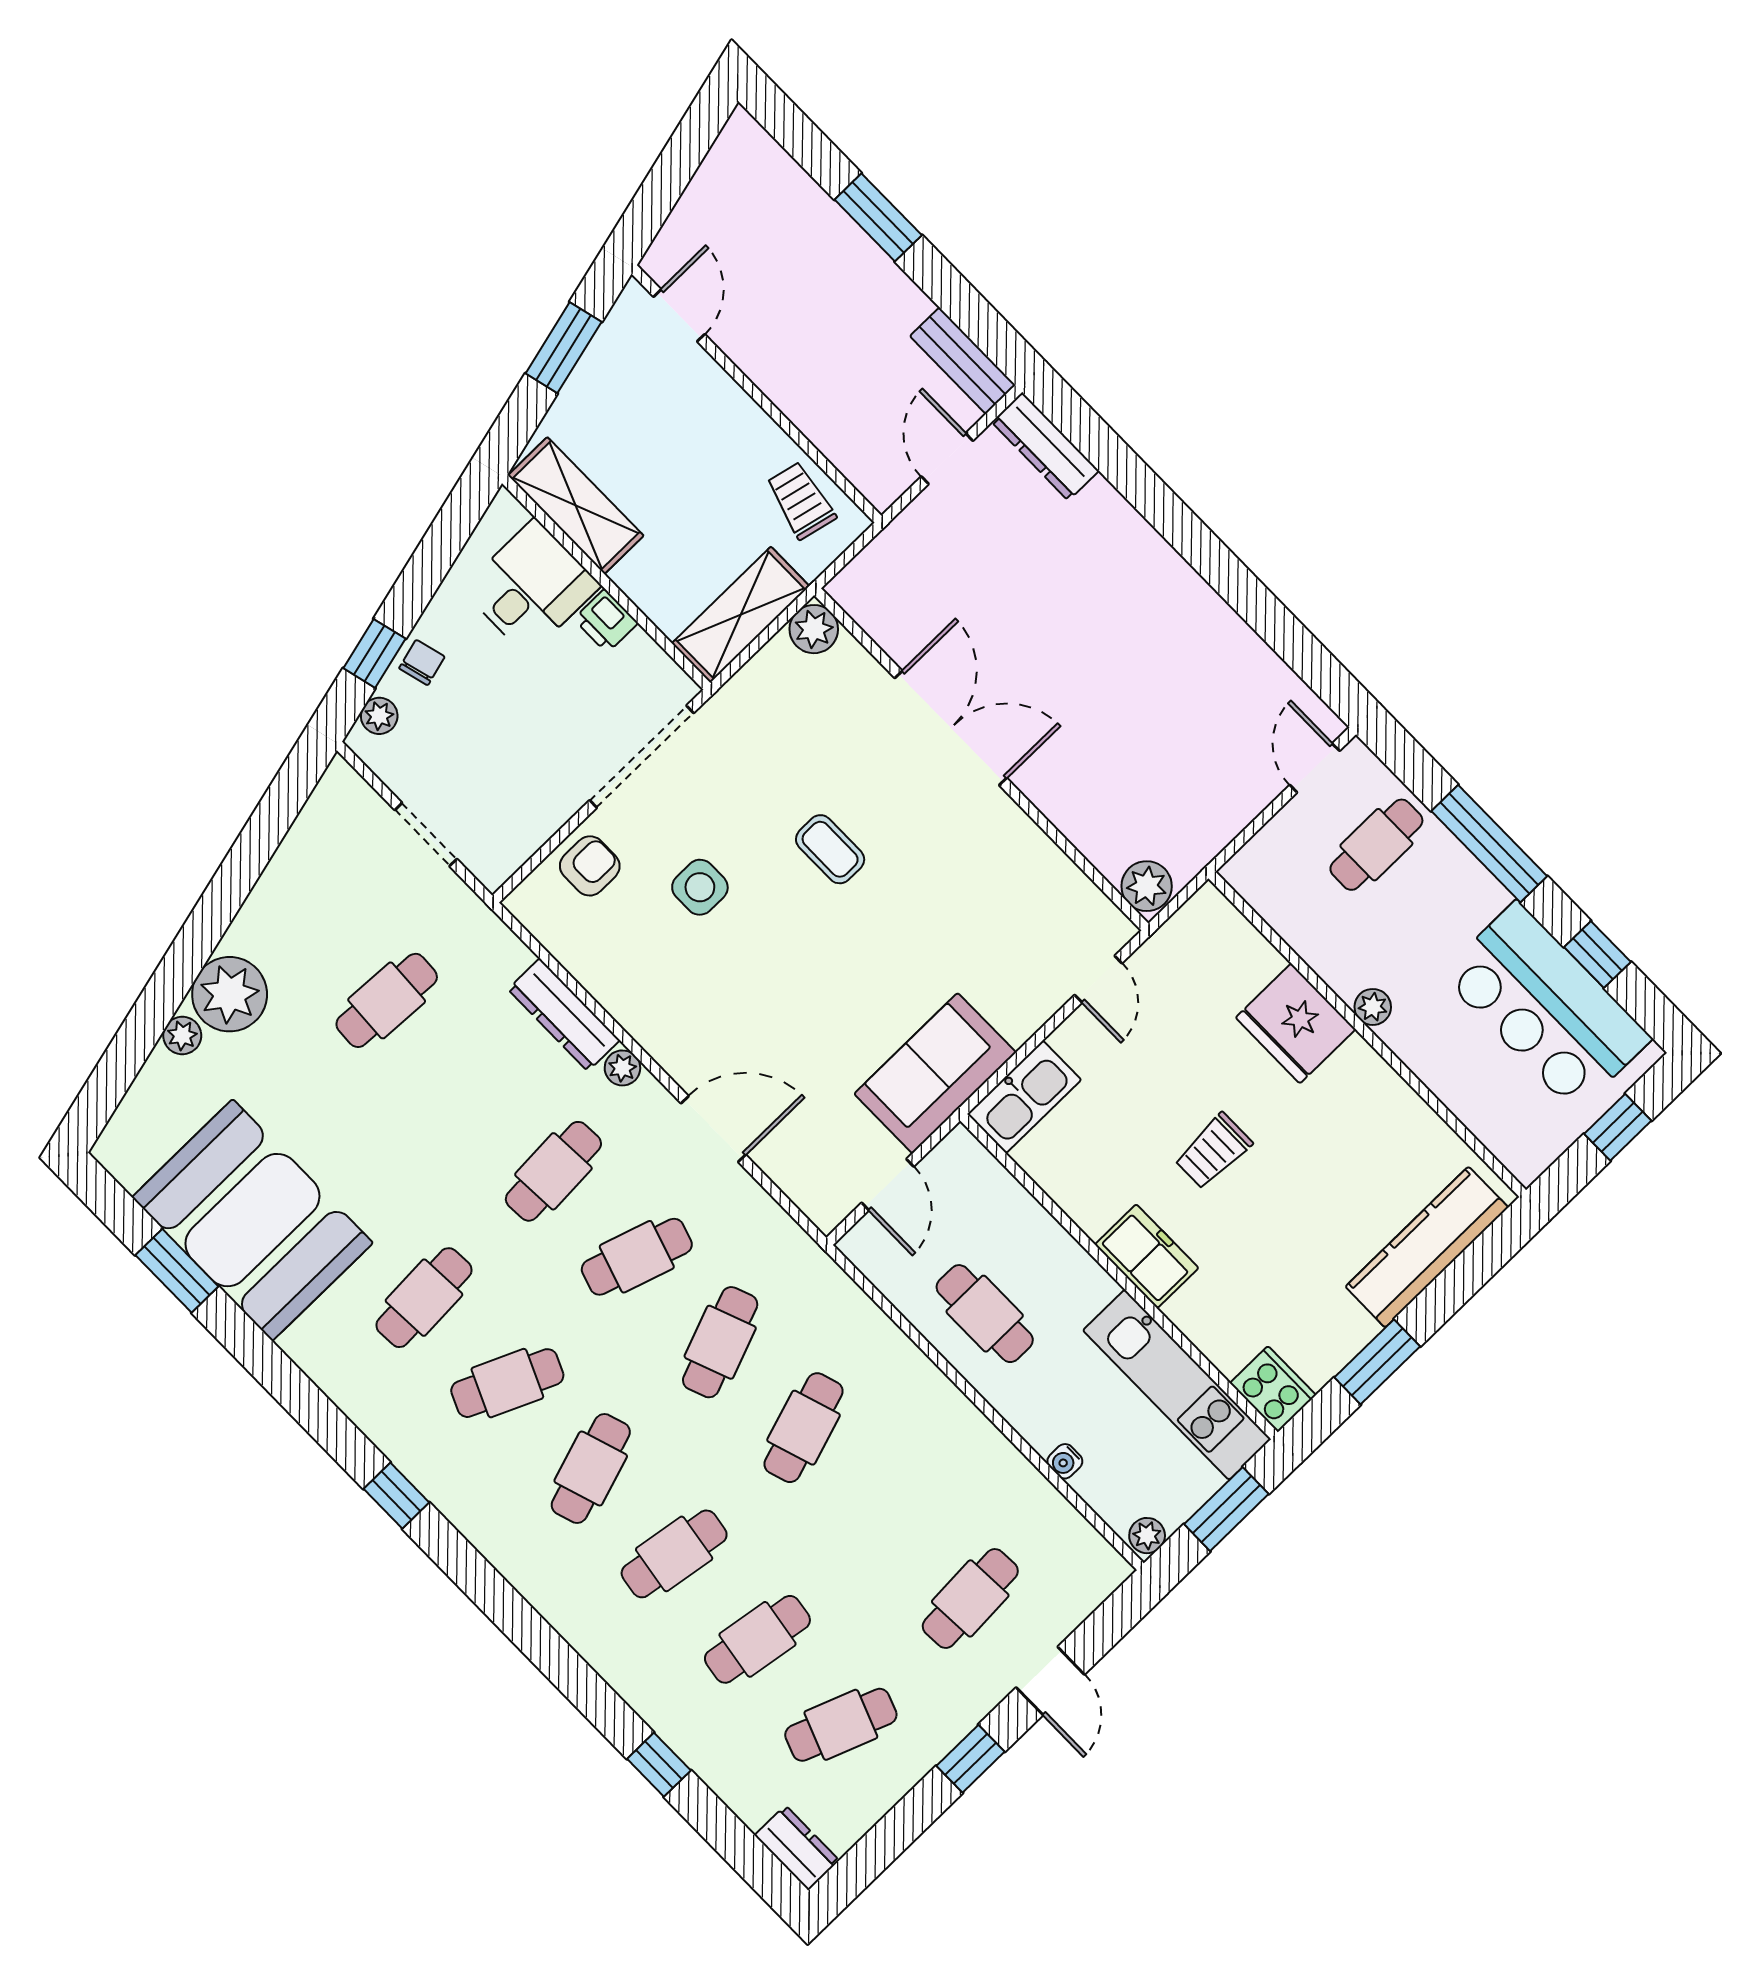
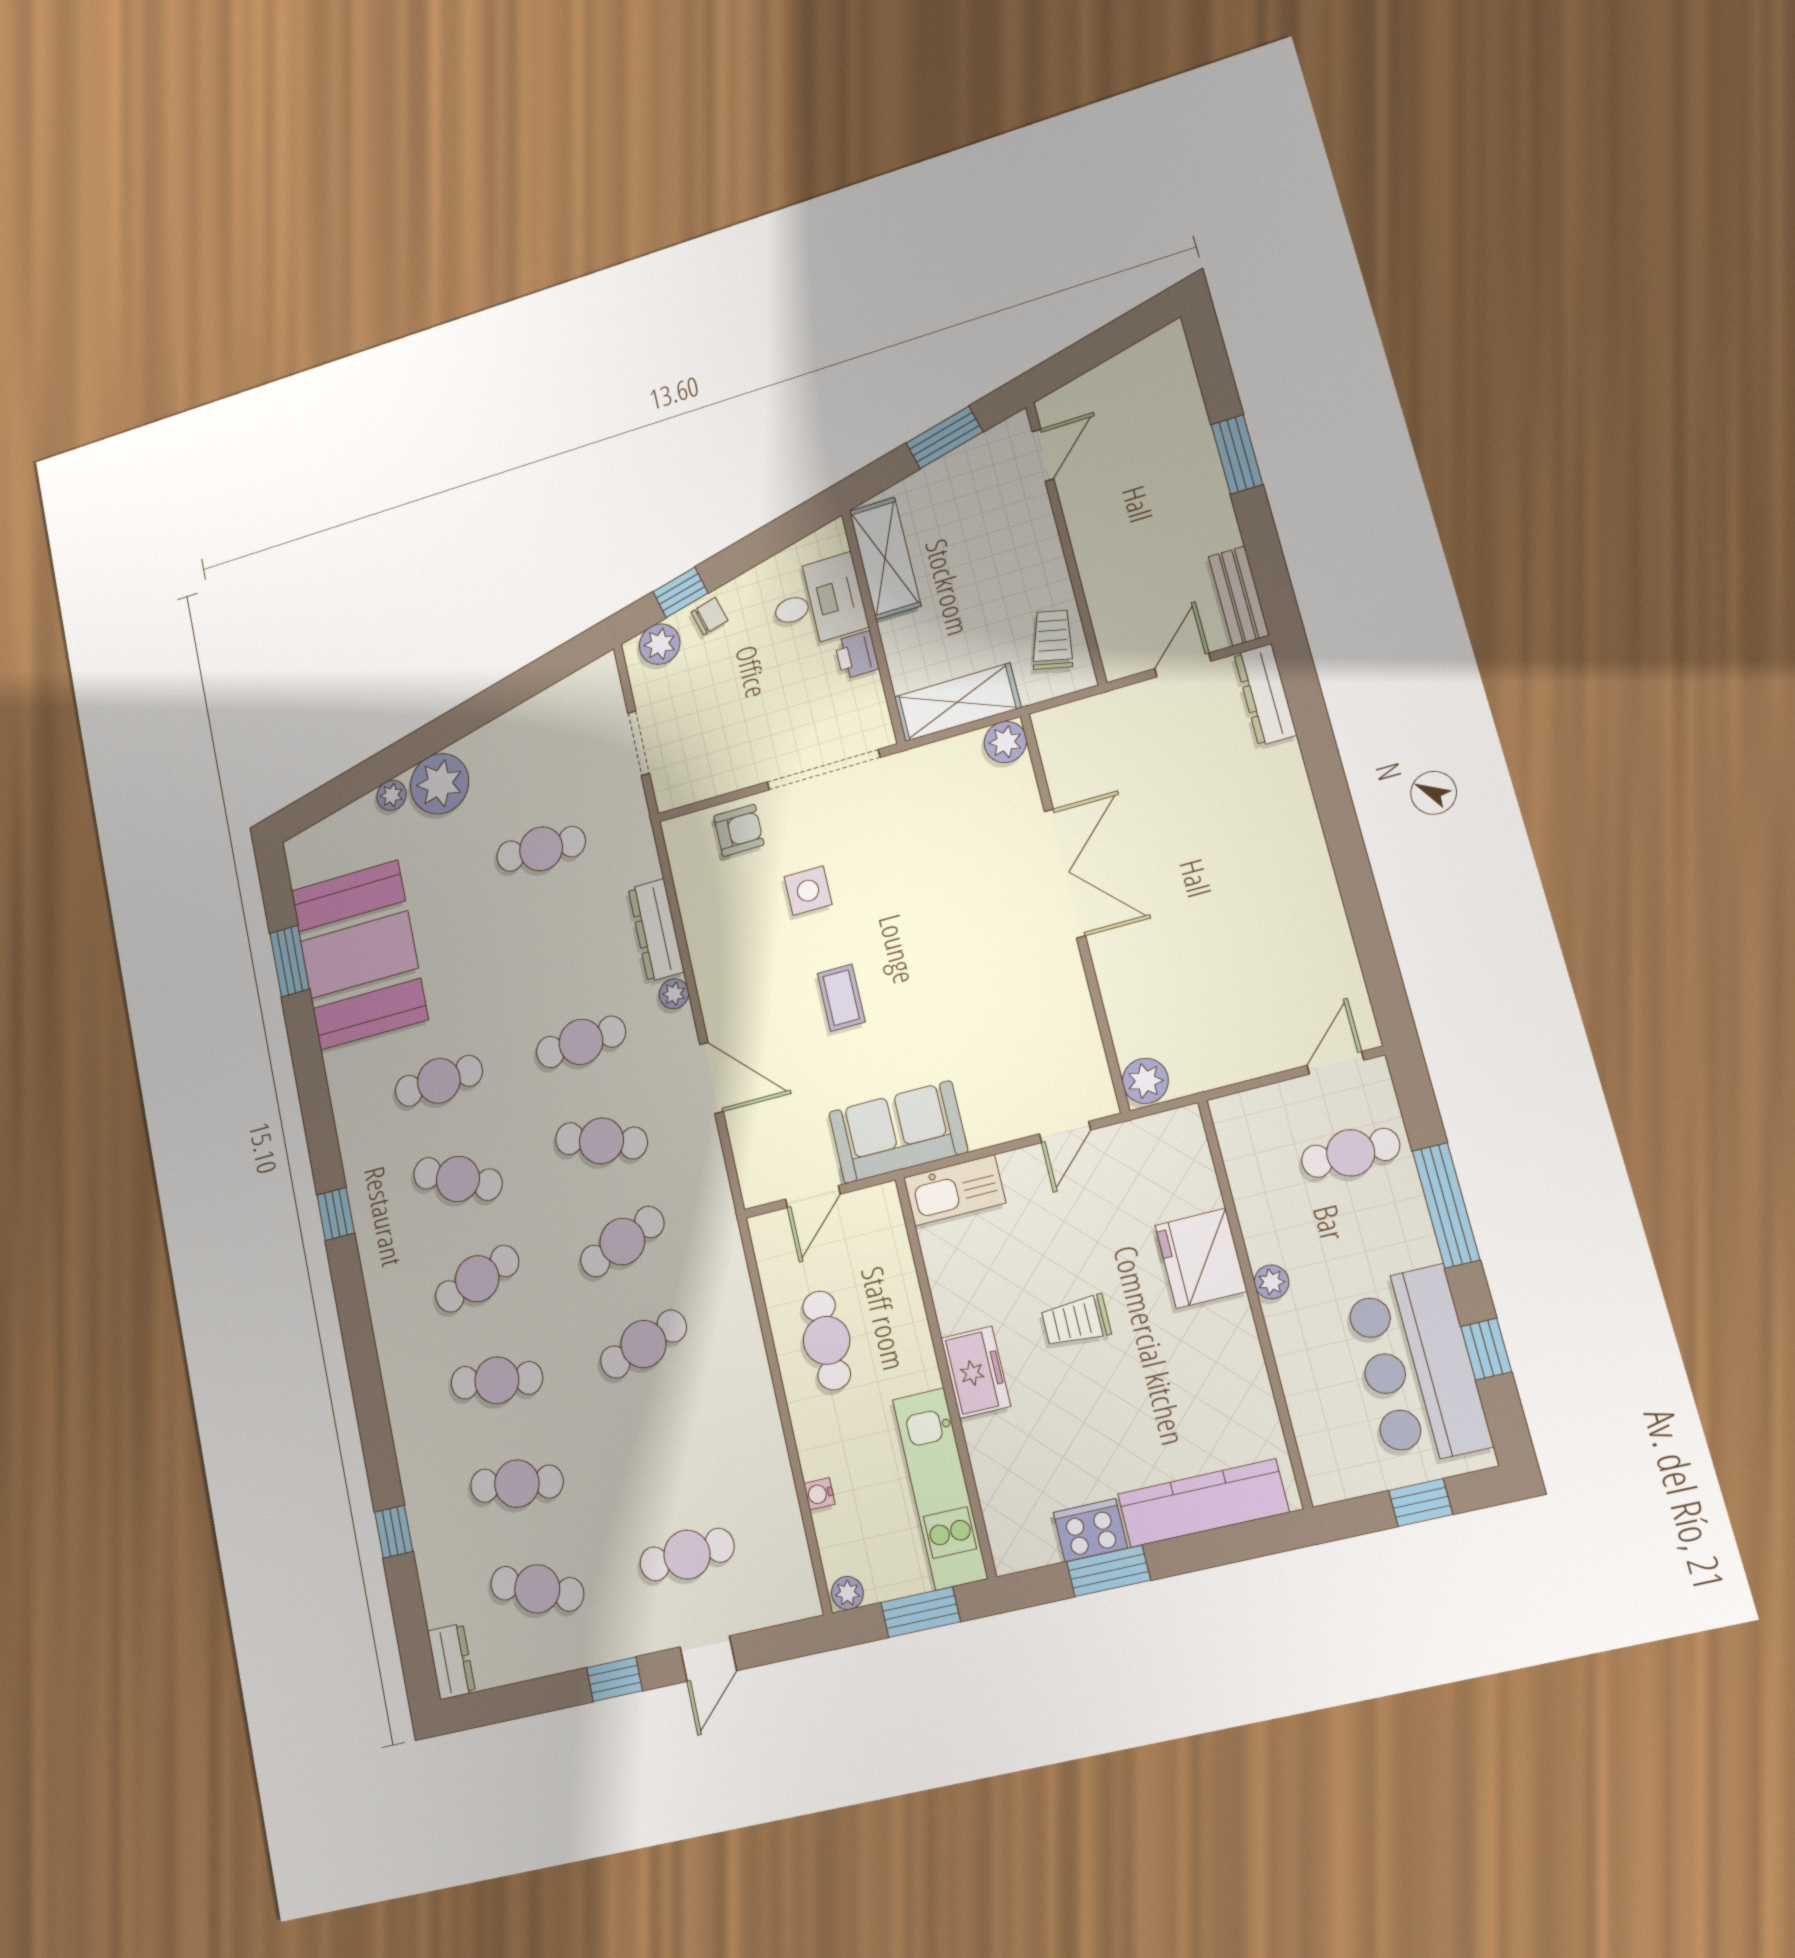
plant: (379, 716) -> (660, 644), width x1.38, depth x1.38
coffee table: (830, 849) -> (841, 998), moved
cooker: (1273, 1389) -> (1090, 1530), moved, turned -90

